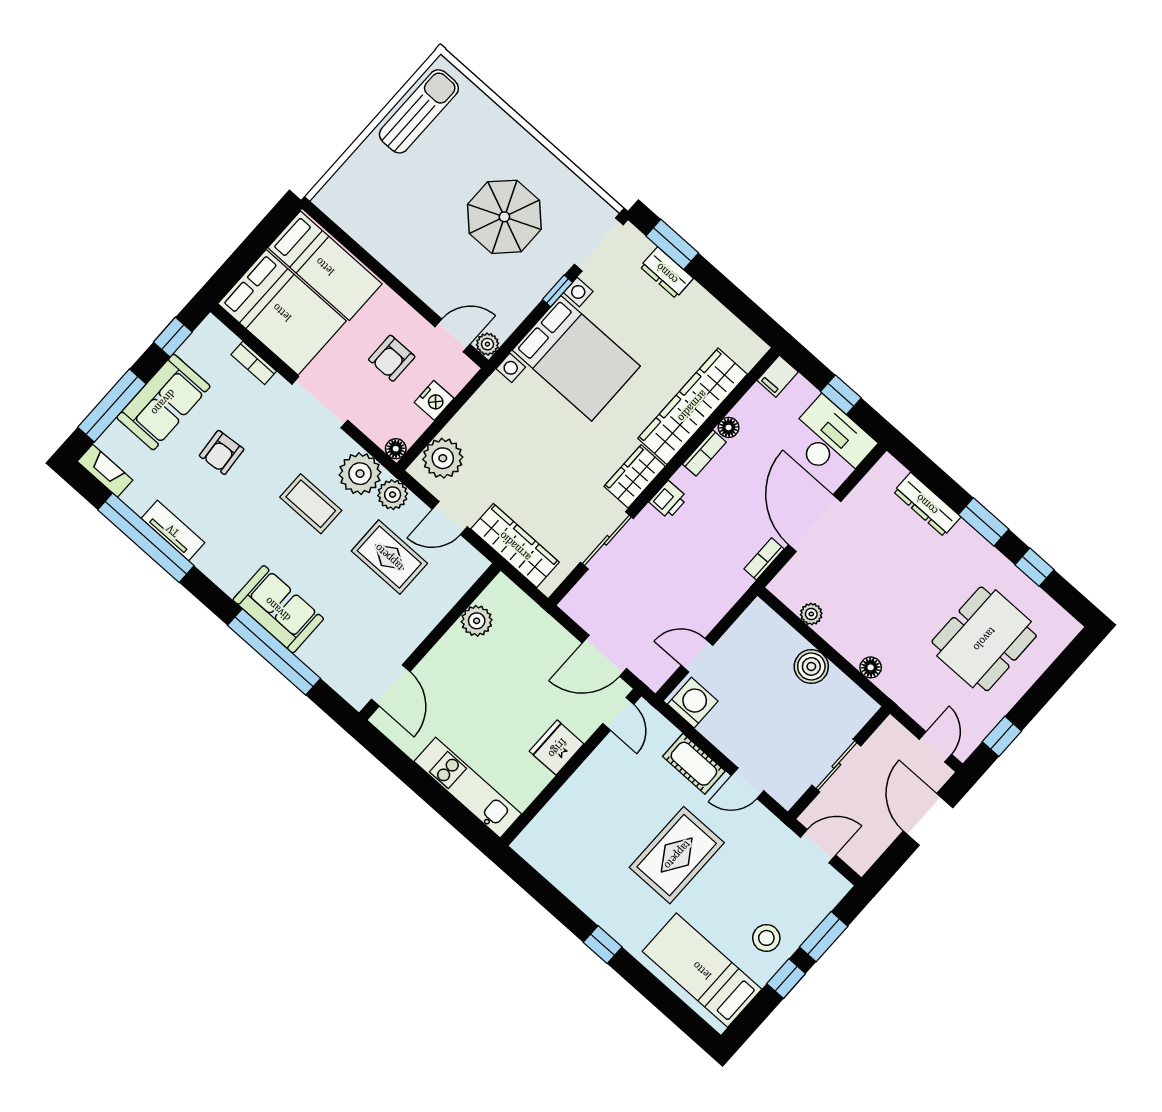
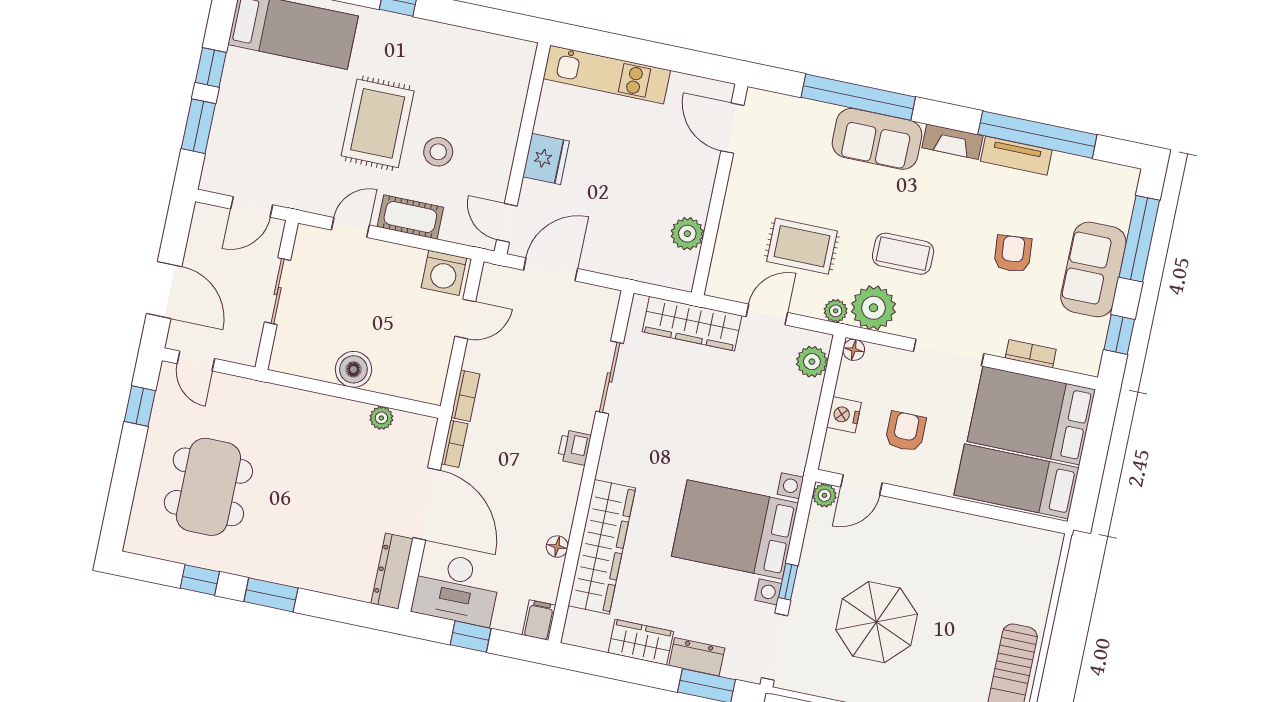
bookcase: (704, 453) -> (465, 396), moved, turned 180
plant: (443, 458) -> (812, 362), width x0.73, depth x0.73
fireplace: (105, 471) -> (953, 142), moved
wardrobe: (635, 476) -> (641, 642), moved, turned -90
plant: (393, 495) -> (836, 311), width x0.73, depth x0.73
dresser: (927, 504) -> (392, 571), moved, turned -90
floor lamp: (871, 667) -> (298, 400), removed
stool: (766, 938) -> (438, 152), moved

